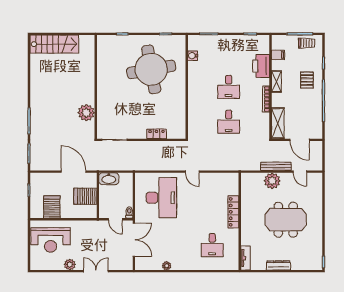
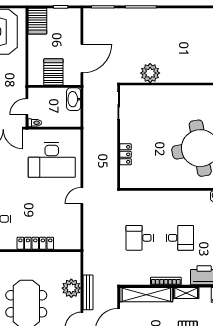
desk: (229, 87) -> (180, 238), turned 180
shelving: (278, 123) -> (146, 295), width x1.47
server rack: (52, 207) -> (37, 21), moved, turned 90

